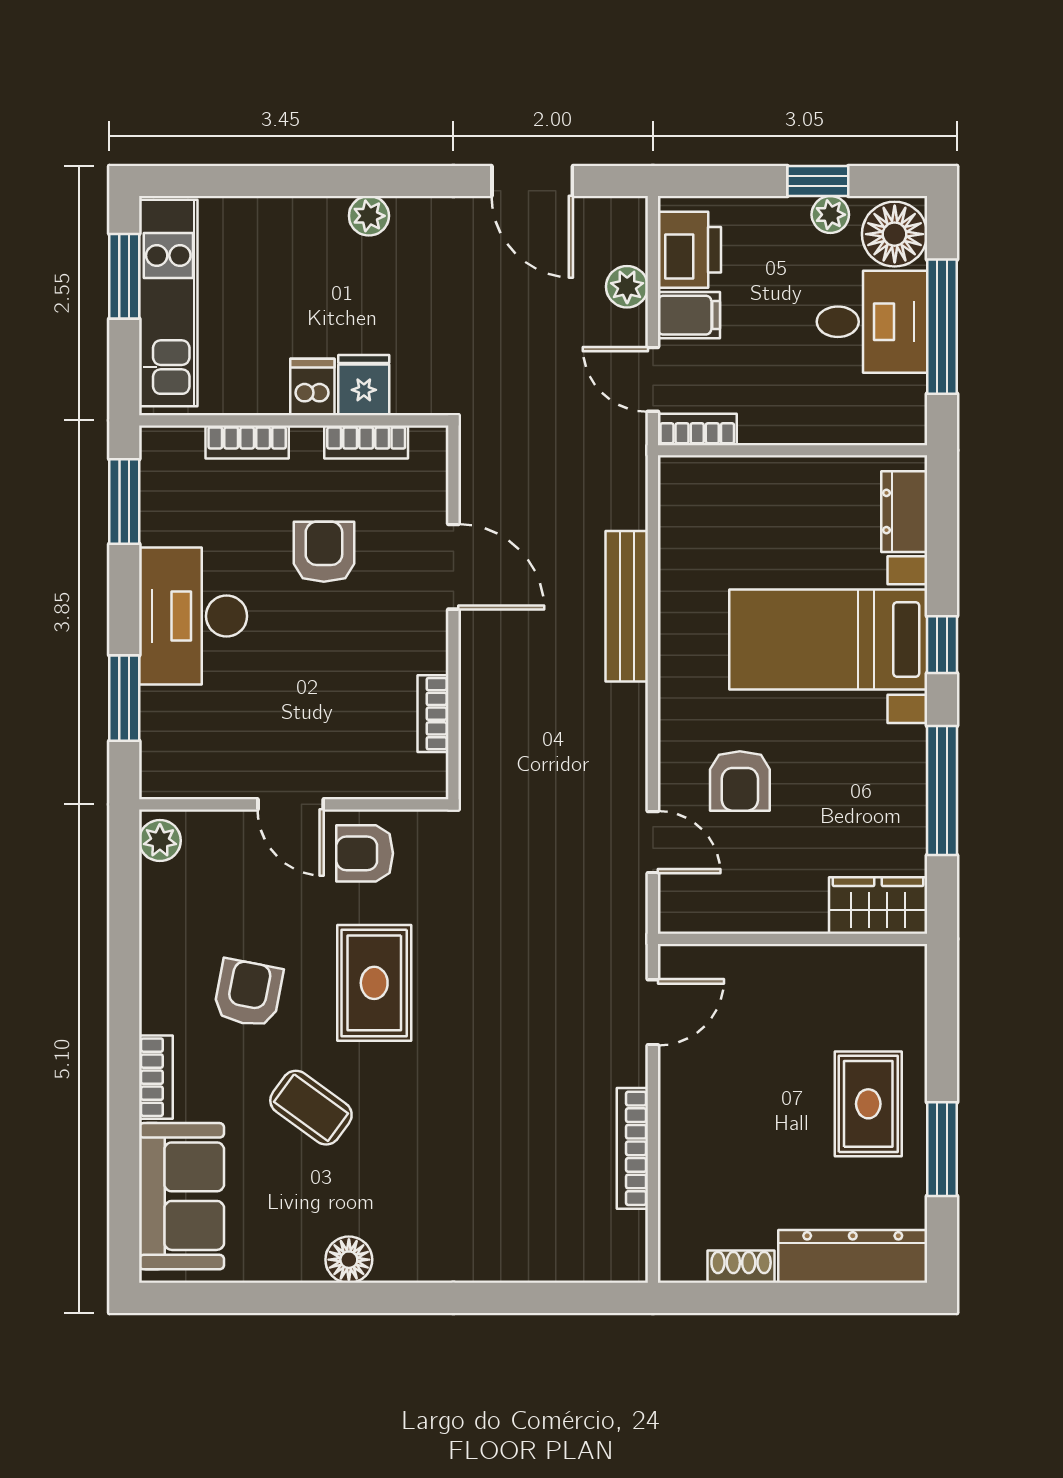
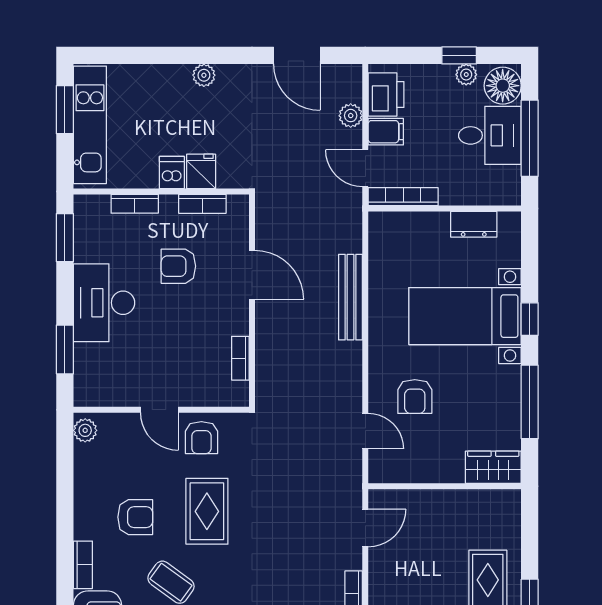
bookcase: (697, 429) -> (403, 197), width x1.56
dresser: (904, 512) -> (474, 224), moved, turned -90
armchair: (324, 552) -> (178, 266), turned -90
armchair: (365, 853) -> (201, 438), turned -90
armchair: (248, 993) -> (135, 517), turned 79

